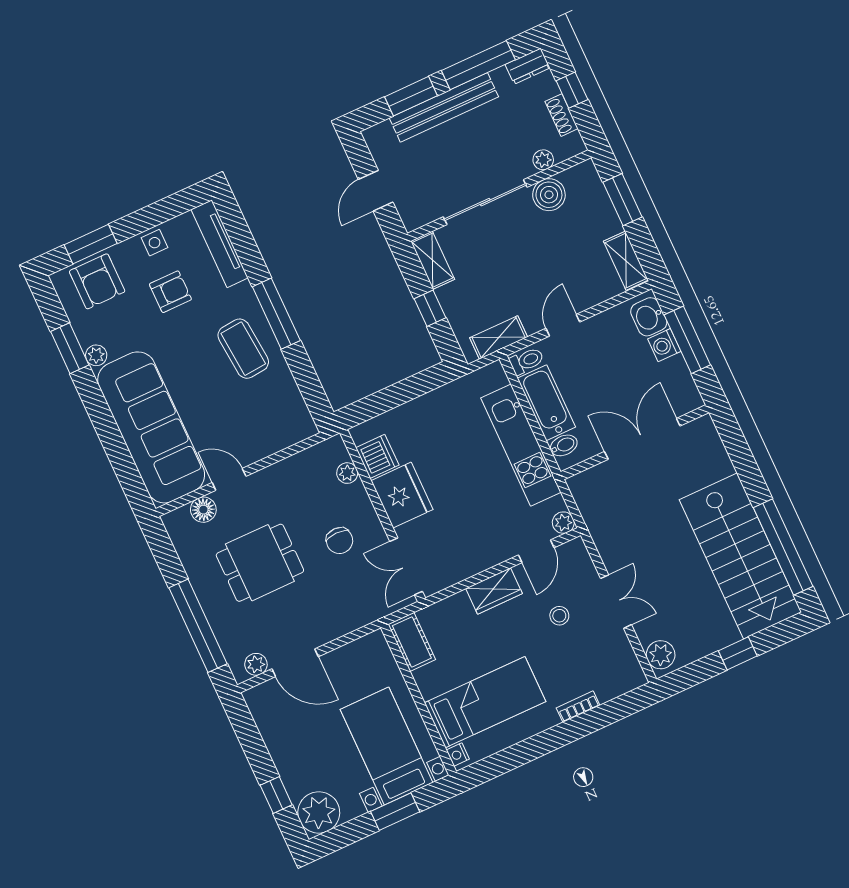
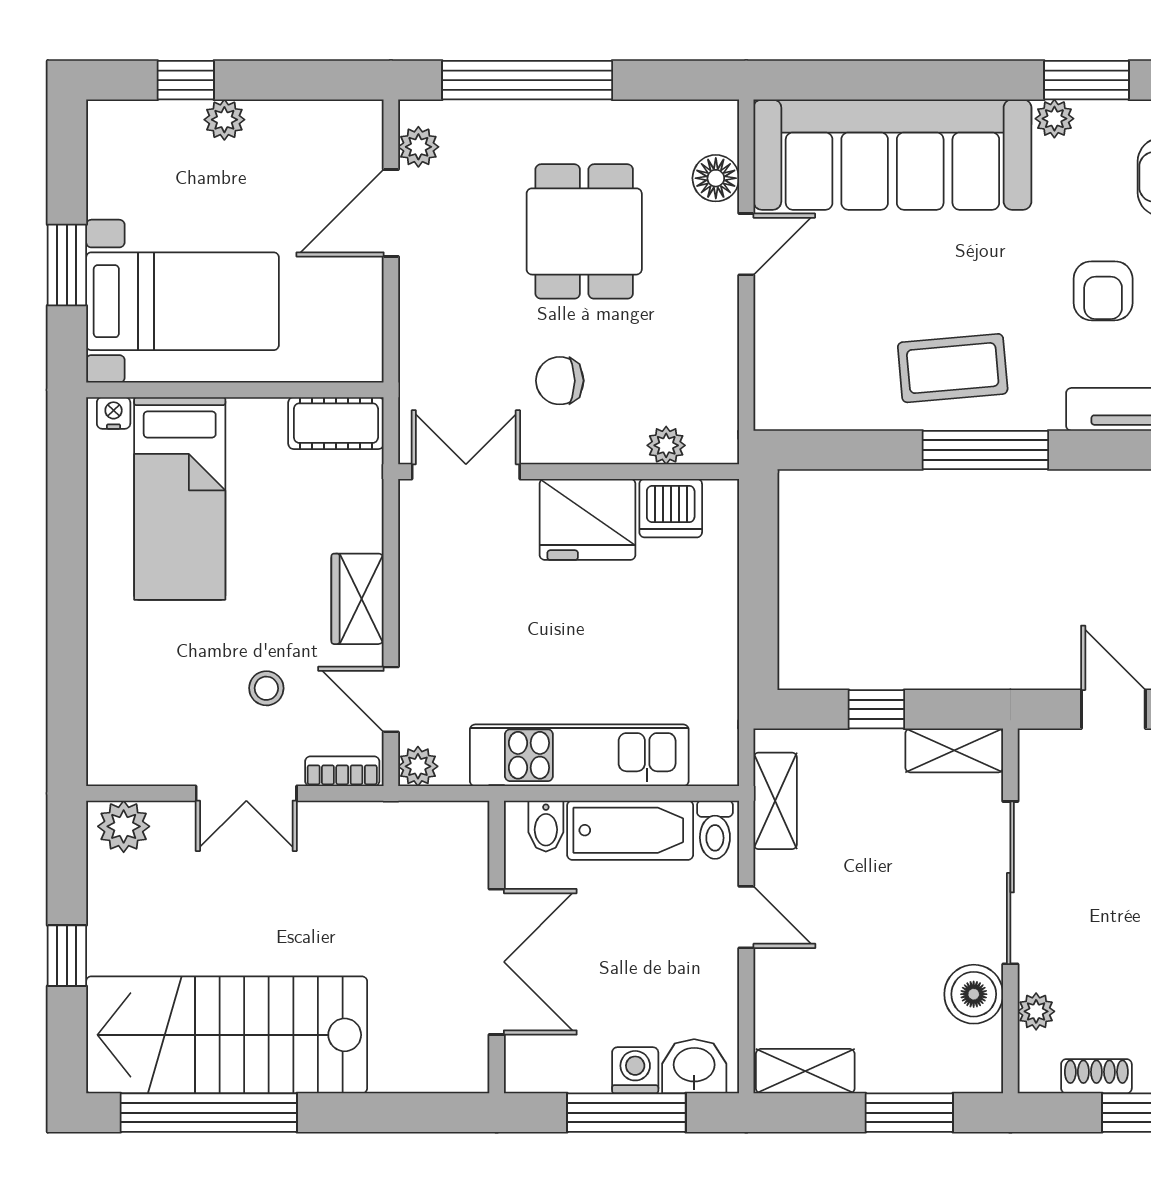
bookcase: (578, 707) -> (342, 771), moved, turned -90
plant: (319, 812) -> (224, 120), moved, width x0.53, depth x0.53

